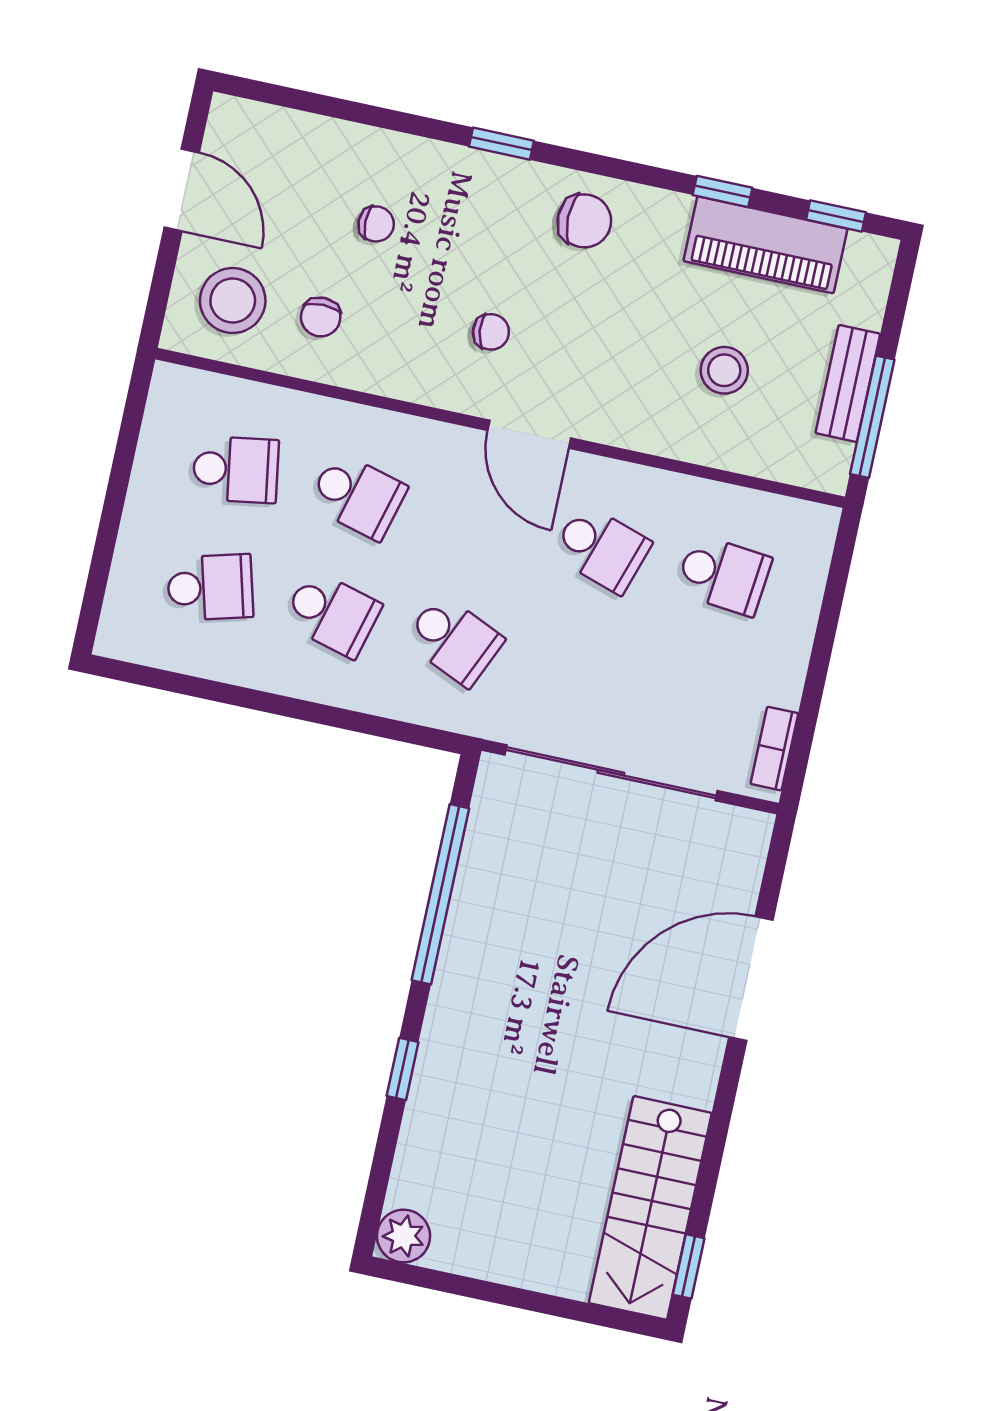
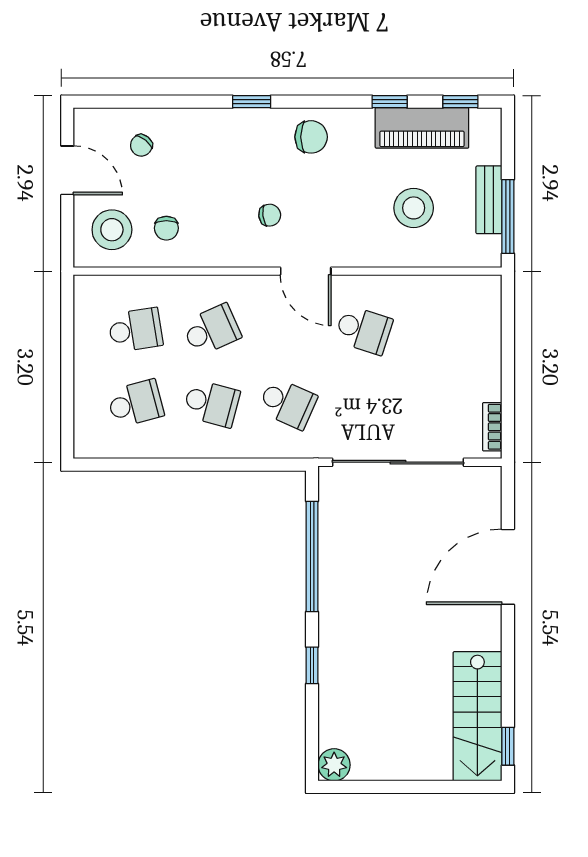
chair: (376, 224) -> (141, 145), moved, turned 129
stool: (724, 370) -> (414, 208), width x1.38, depth x1.38
school desk: (358, 496) -> (211, 330), turned -39
school desk: (724, 575) -> (440, 330), removed

